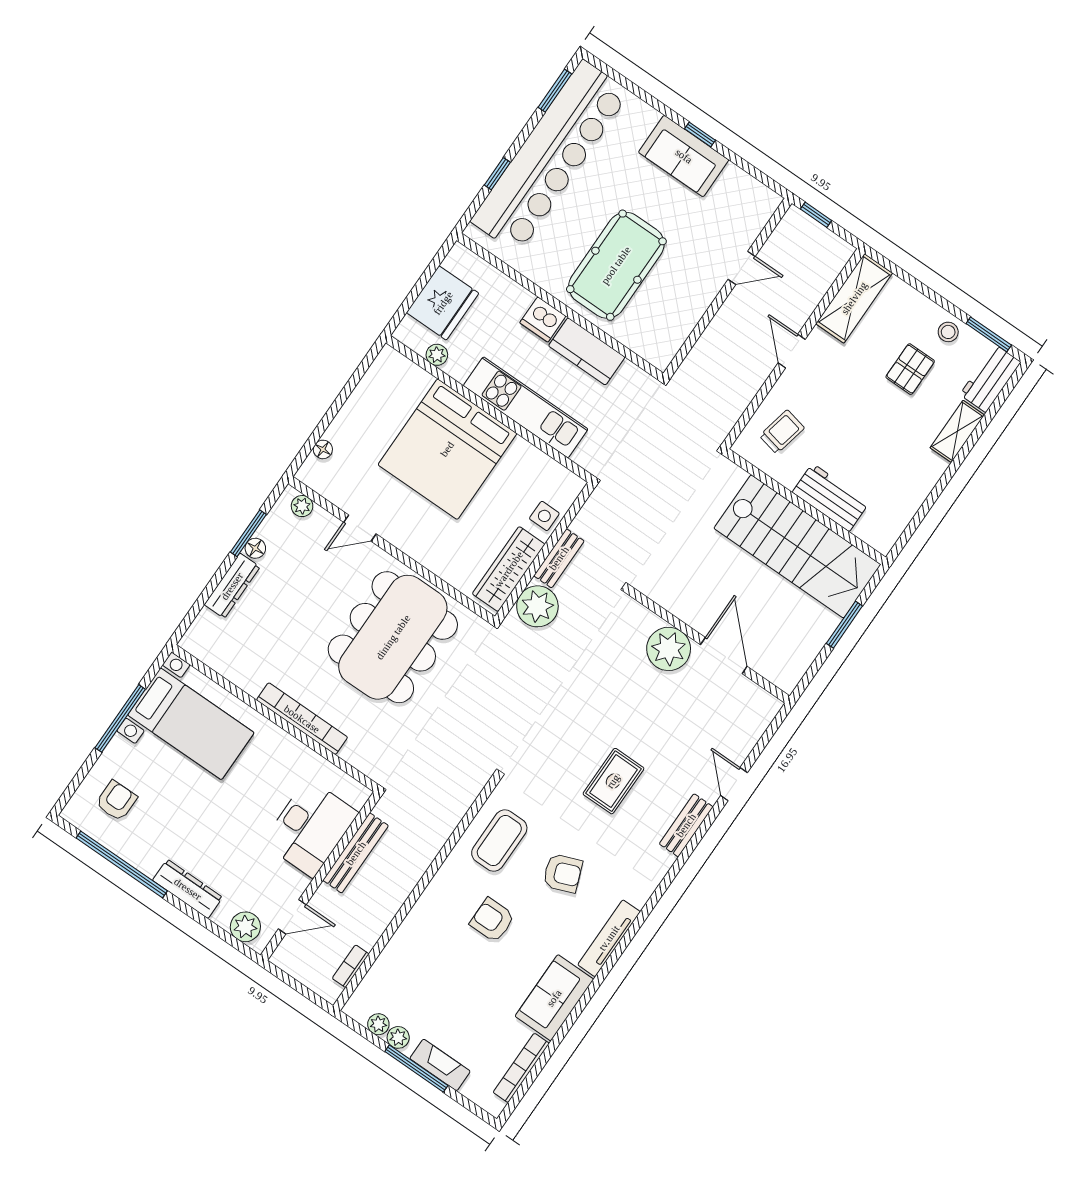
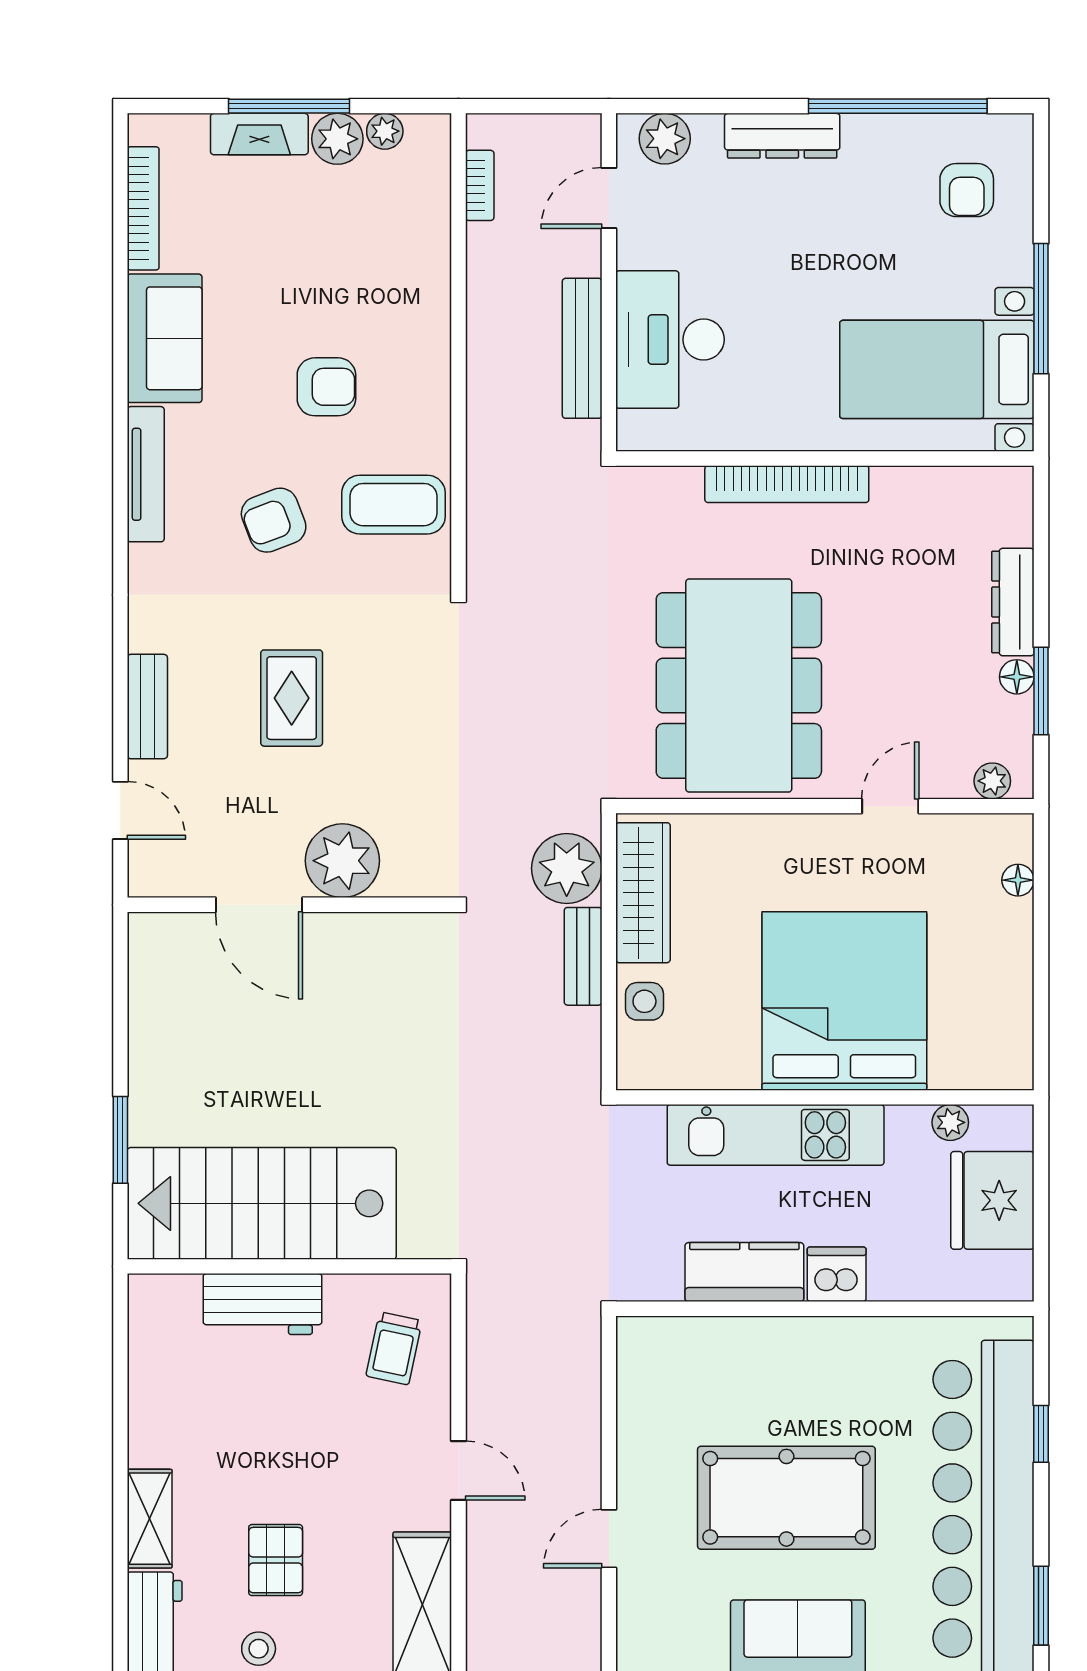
pool table: (616, 265) -> (786, 1498), moved, turned 90
wall: (709, 645) -> (289, 905), moved
plant: (669, 649) -> (342, 861), moved
door: (724, 656) -> (259, 905), moved
coffee table: (499, 841) -> (394, 505), turned 90
plant: (398, 1037) -> (337, 139), width x1.38, depth x1.38

